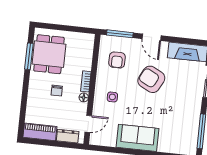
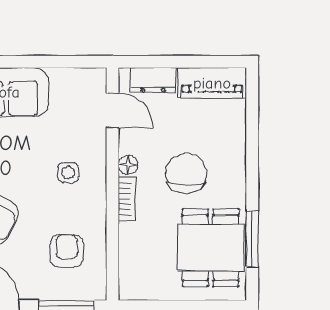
chair: (57, 91) -> (186, 173), width x1.87, depth x1.87
door: (88, 124) -> (112, 110), swing flipped

